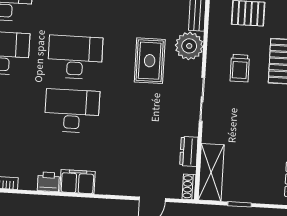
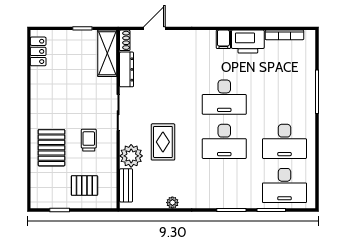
dresser: (189, 151) -> (127, 69), width x1.44
printer: (48, 182) -> (248, 42), width x1.87, depth x1.48
filing cabinet: (78, 182) -> (223, 39), width x0.50

